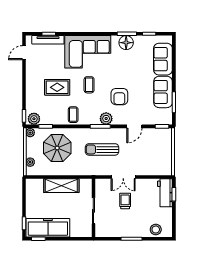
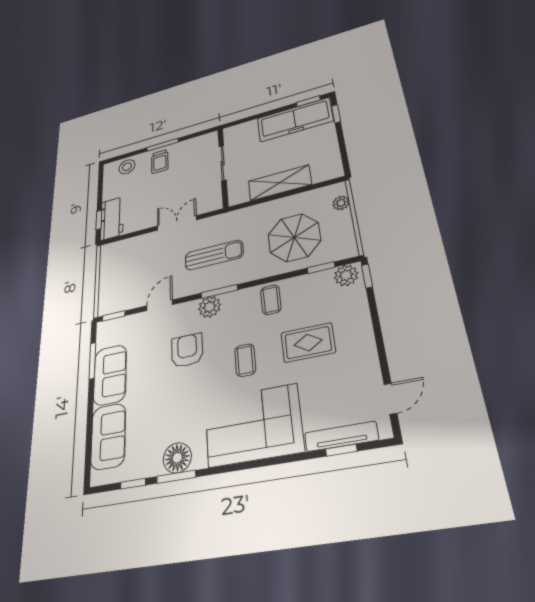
plant: (30, 133) -> (349, 250), removed
trolley: (125, 201) -> (160, 161), moved

